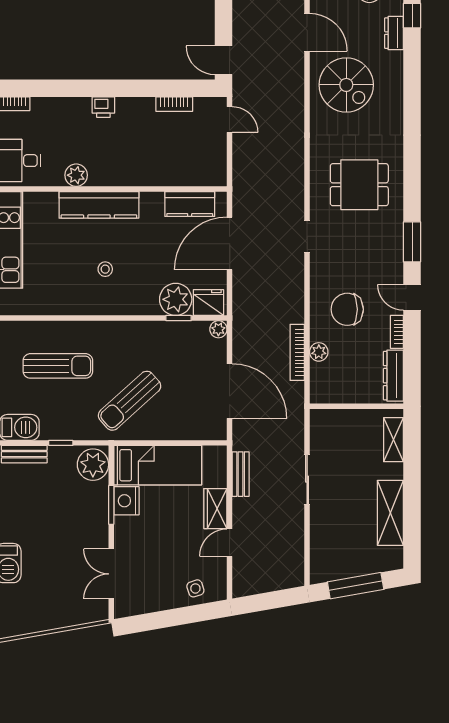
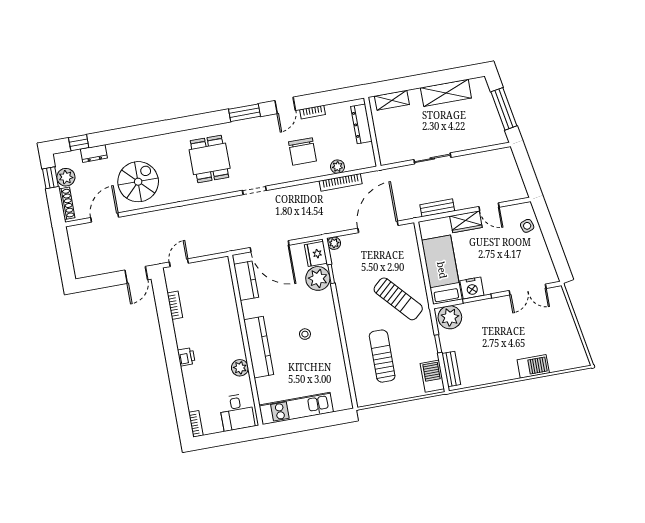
dresser: (393, 376) -> (361, 124), moved, turned 90

